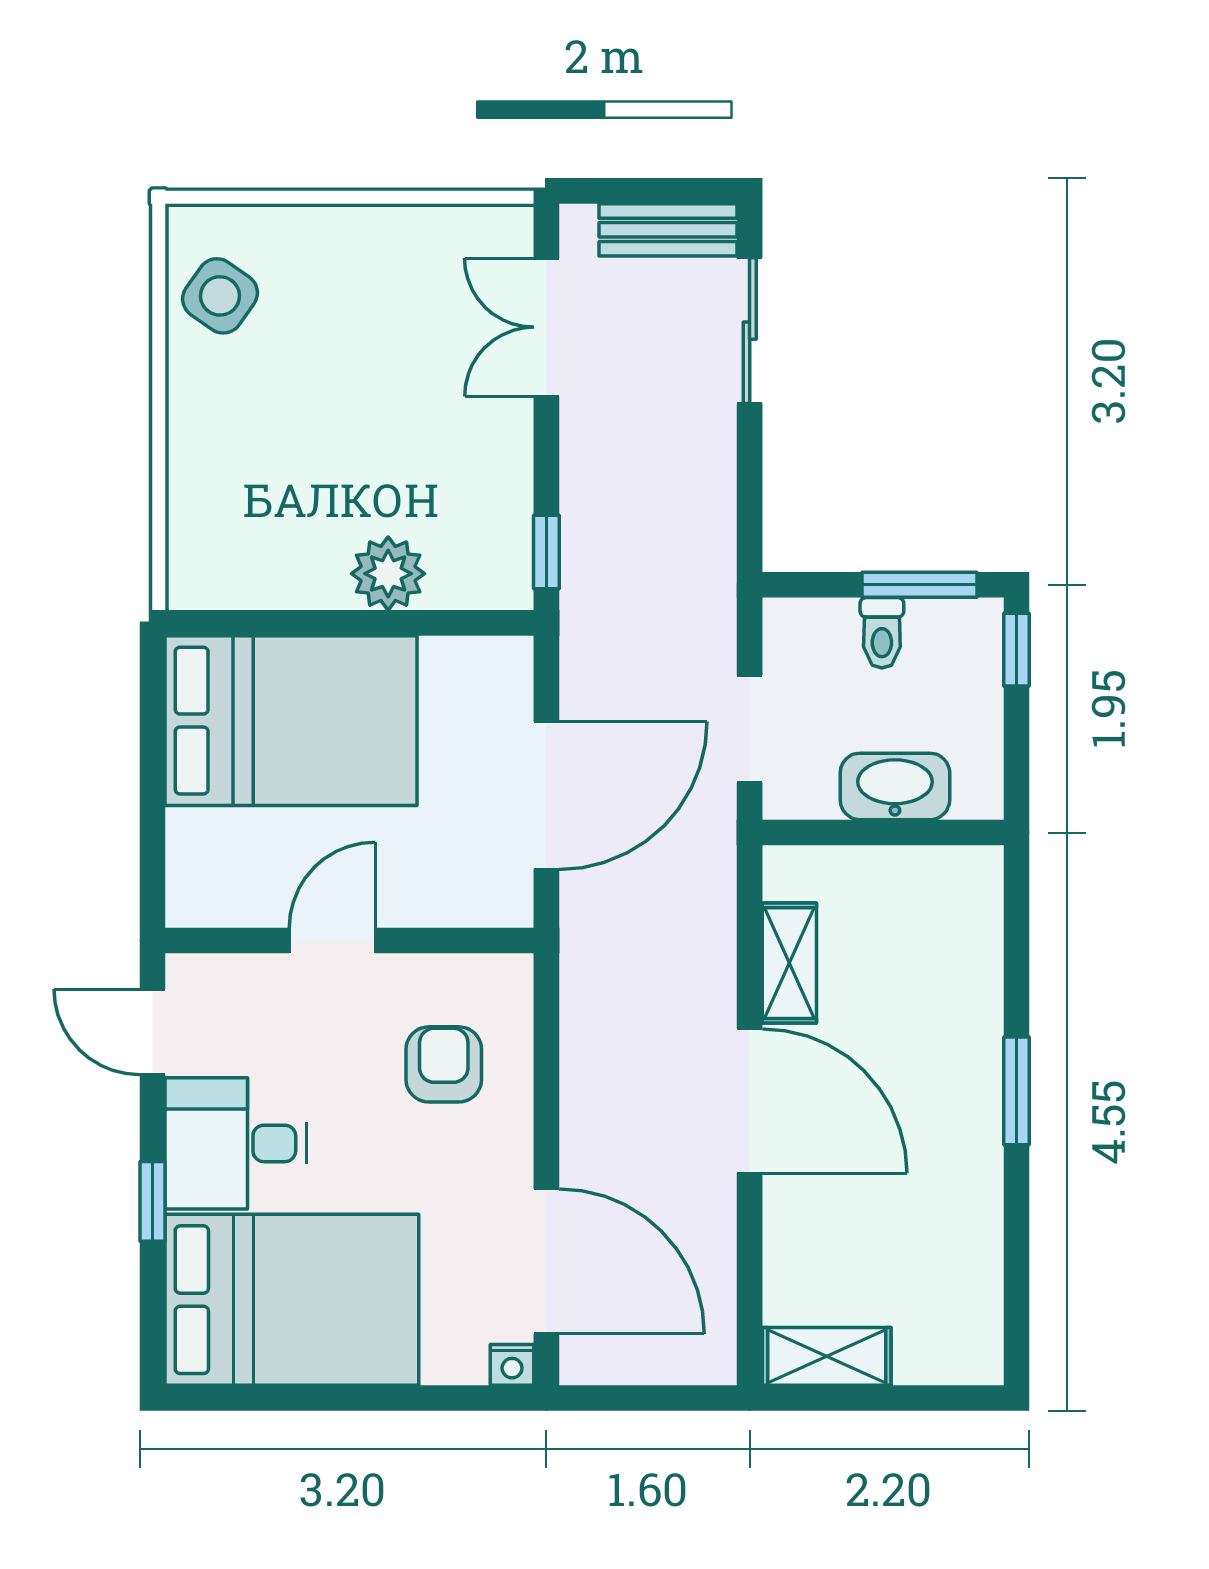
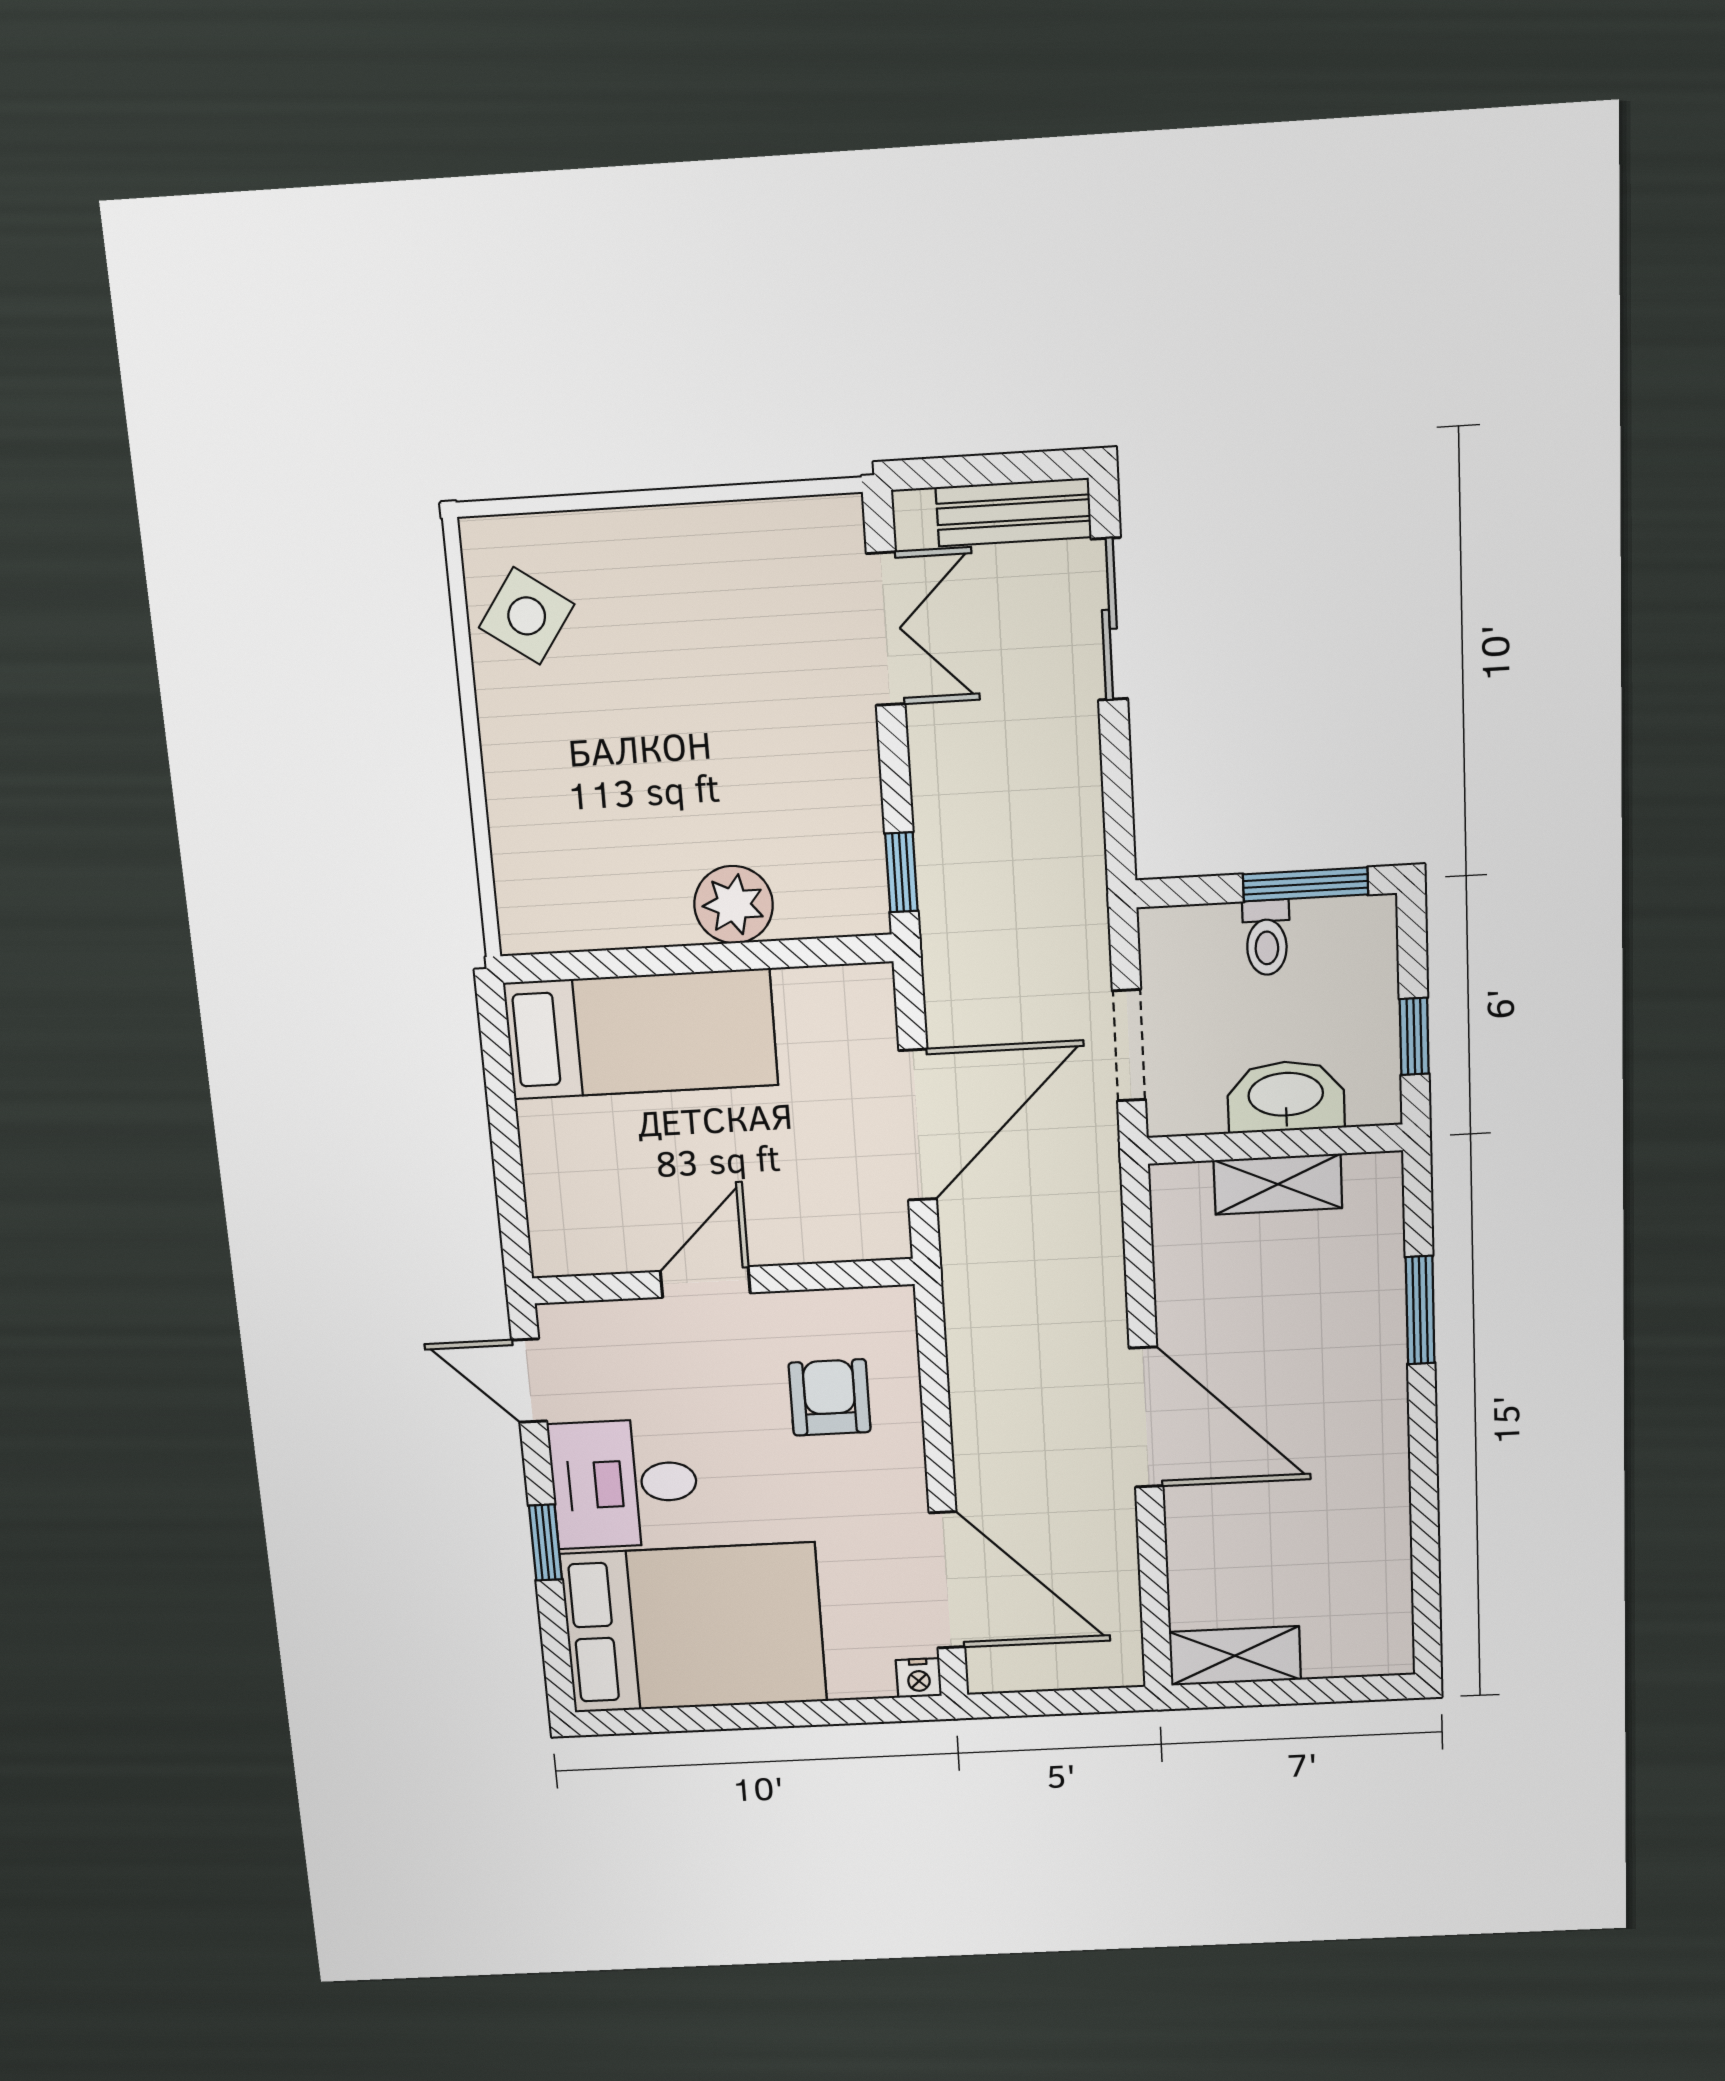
double door: (546, 327) -> (886, 629), swing flipped
window: (1017, 650) -> (1414, 1036), moved
bed: (291, 721) -> (641, 1034), width x0.67
shelving: (789, 963) -> (1278, 1184), moved, turned 90
window: (1017, 1091) -> (1420, 1310), moved

